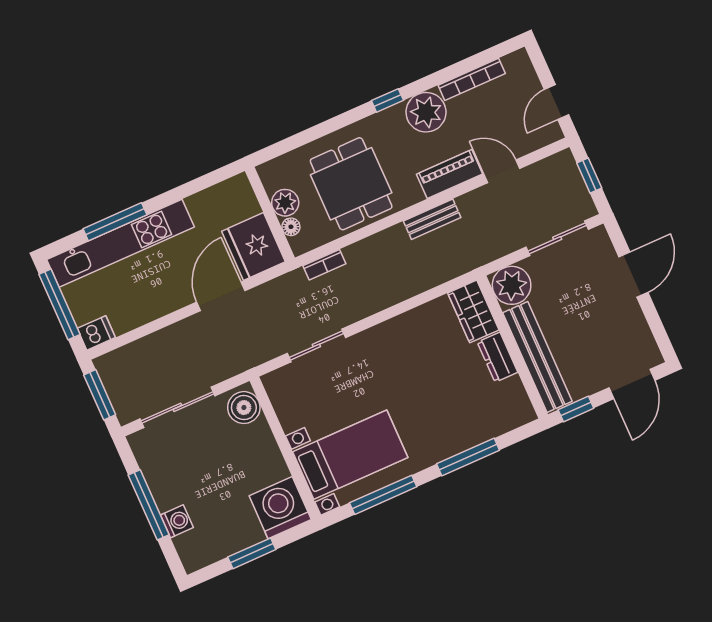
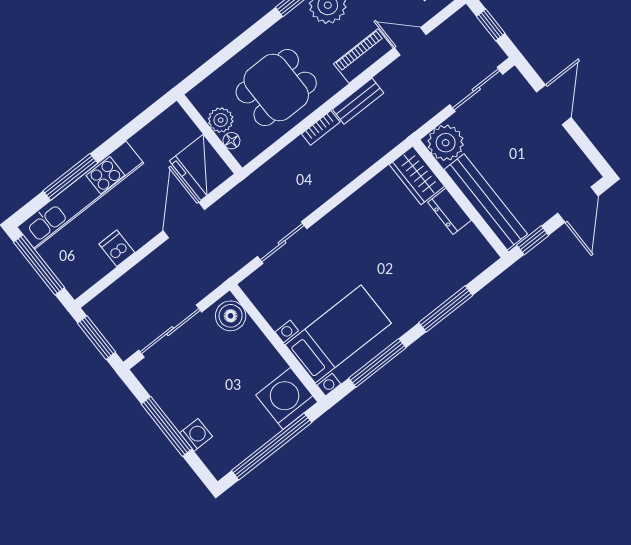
dining table: (351, 184) -> (276, 88), turned 90
bookcase: (324, 265) -> (321, 128), moved
dishwasher: (96, 333) -> (117, 248), moved, turned -90
window: (252, 553) -> (272, 447), width x2.11

